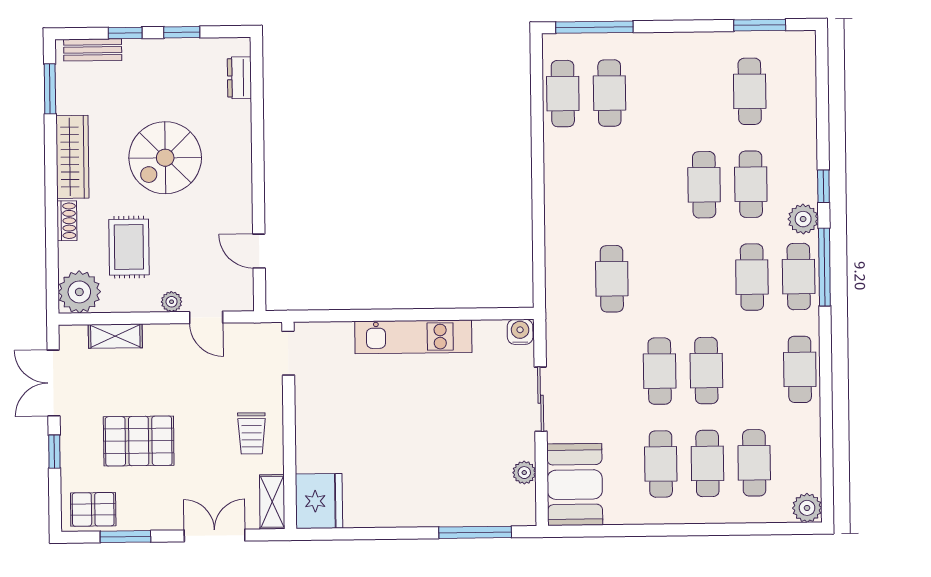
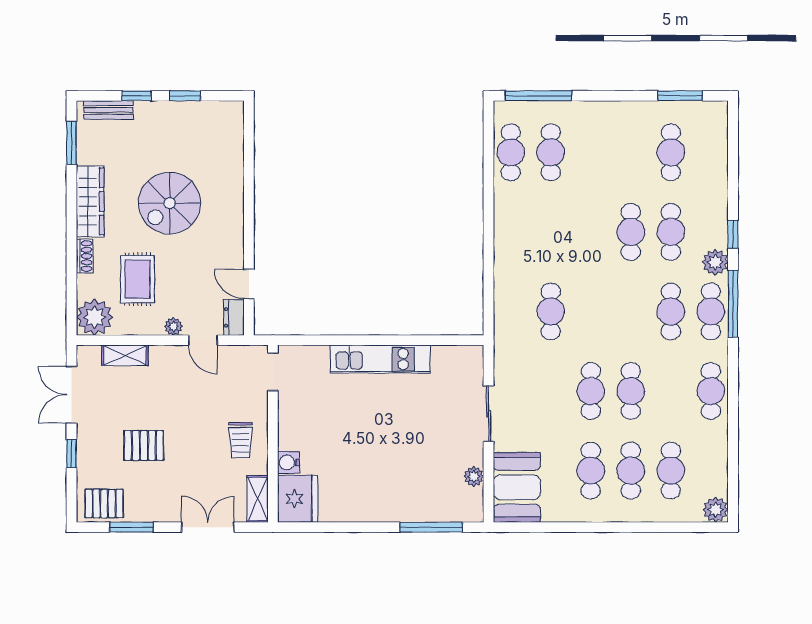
dresser: (239, 78) -> (234, 317), moved
water cooler: (520, 332) -> (289, 462), moved, turned -90
pallet: (139, 441) -> (144, 445), width x0.67, depth x0.71

